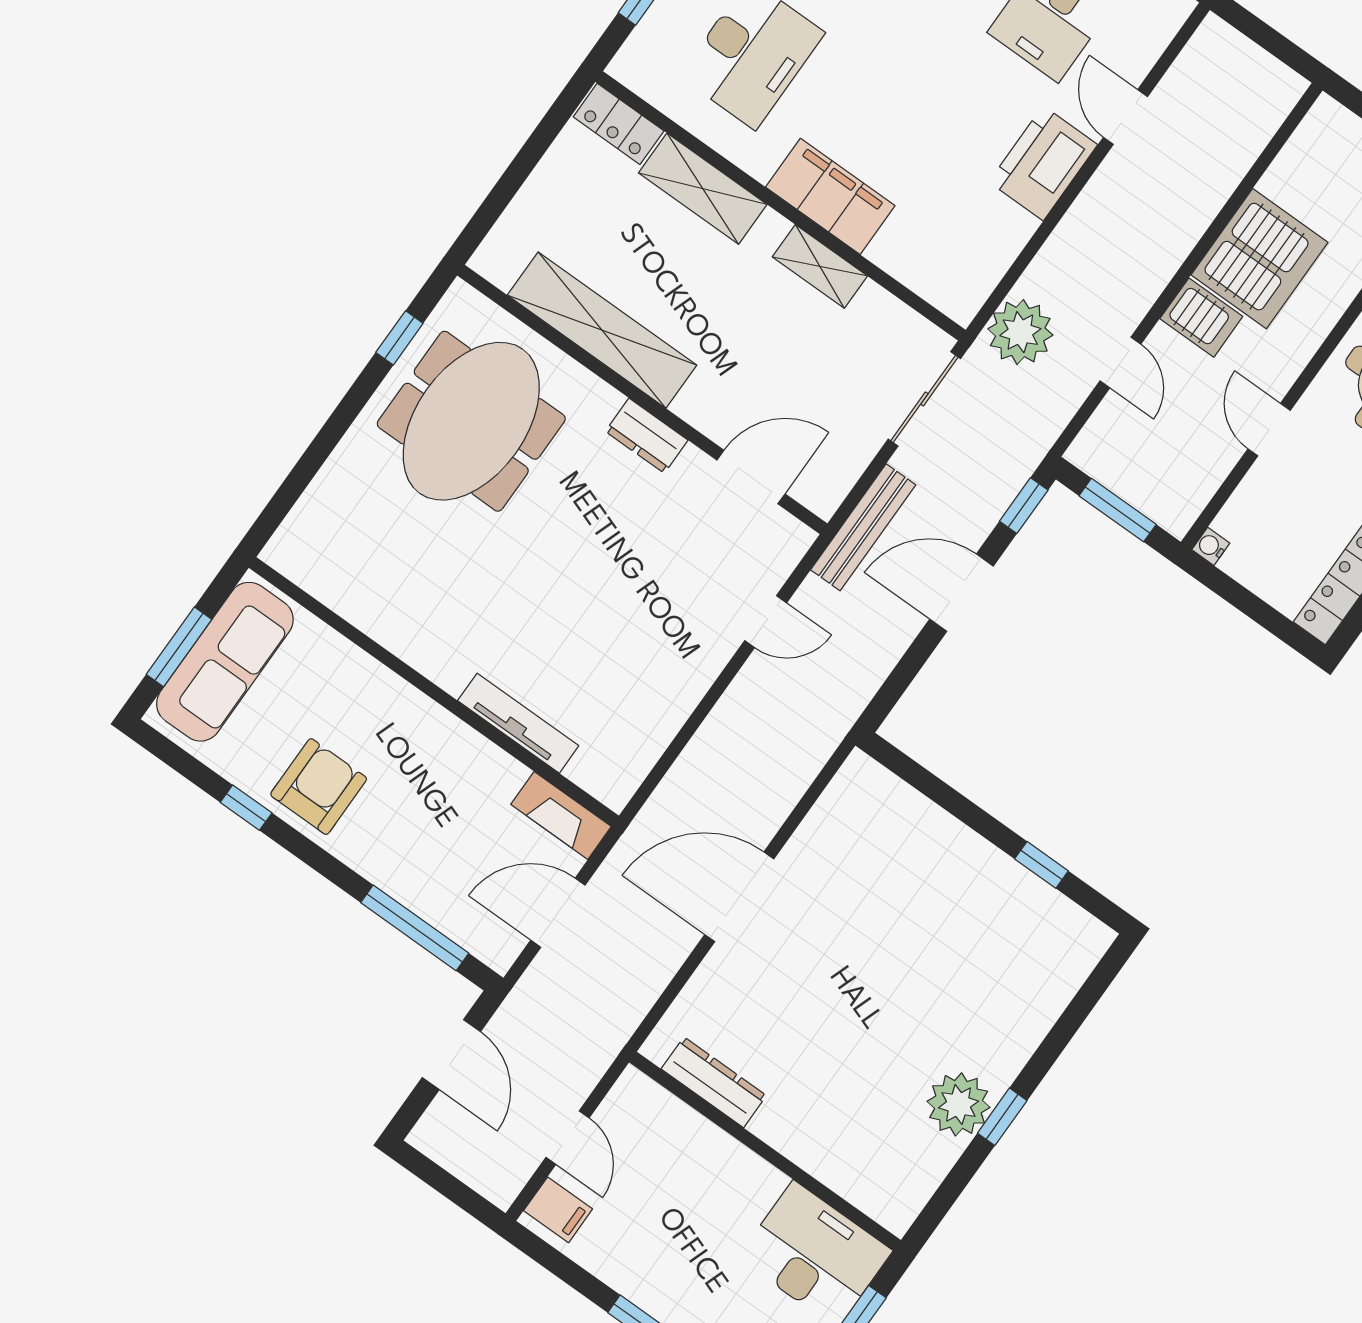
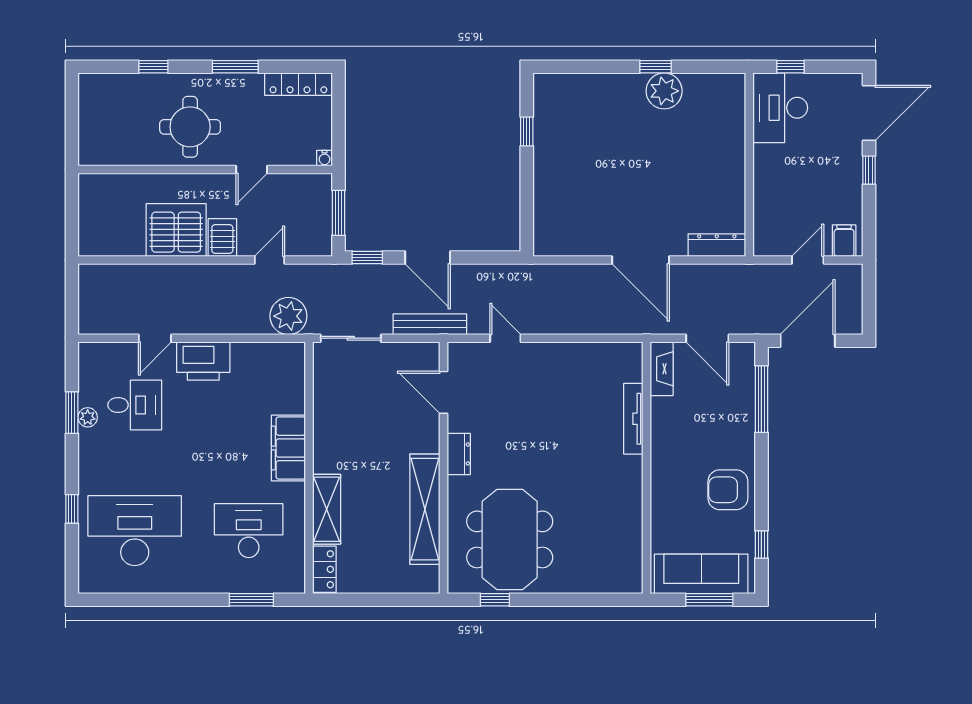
shelving: (820, 266) -> (324, 430), removed
meeting table: (471, 421) -> (510, 539), turned 90
window: (246, 808) -> (761, 545), moved
door: (451, 1055) -> (808, 341), width x1.36
dresser: (714, 1082) -> (717, 245), moved, turned 90

